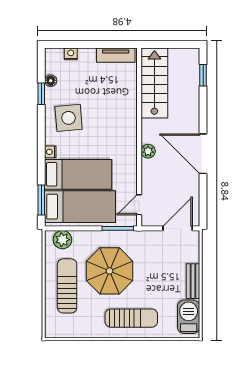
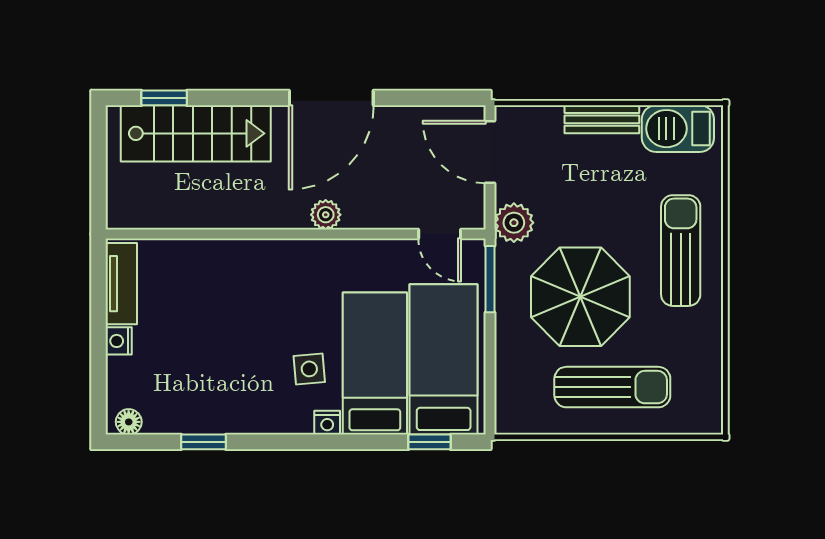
nightstand: (71, 54) -> (119, 341), moved
floor lamp: (51, 81) -> (129, 422), moved
stairs: (154, 83) -> (196, 133), moved, turned 180
side table: (69, 118) -> (309, 369), moved, width x0.54, depth x0.54
window: (41, 200) -> (430, 442), width x0.67
plant: (62, 240) -> (514, 223), moved
sun lounger: (67, 286) -> (612, 387), turned 180

